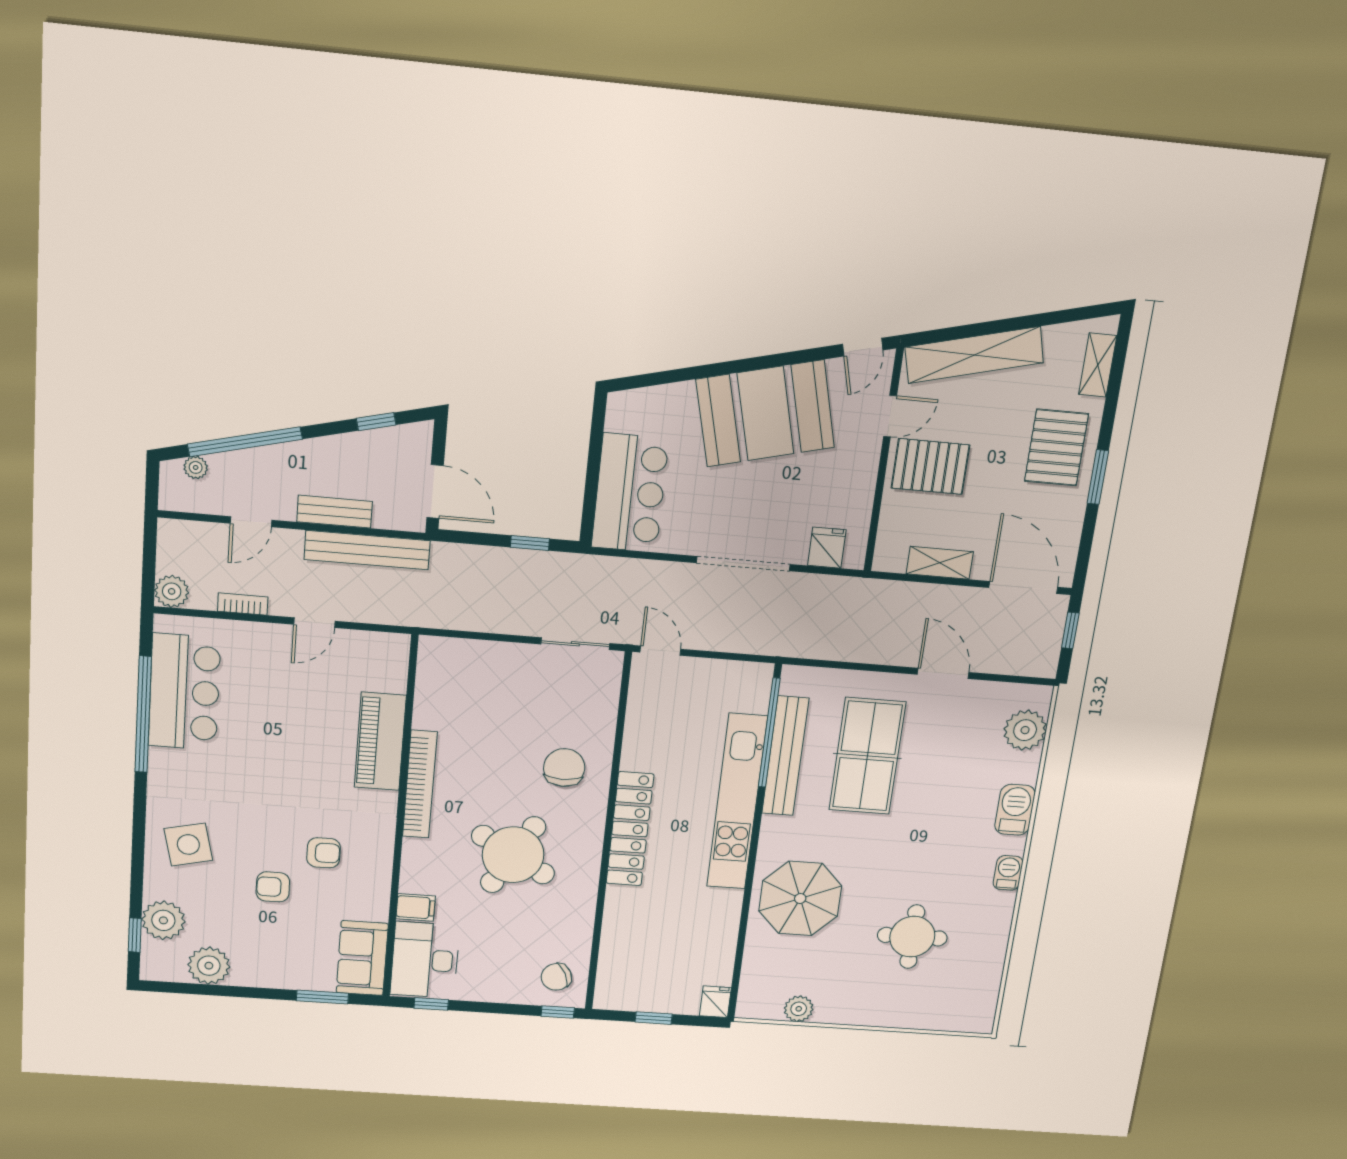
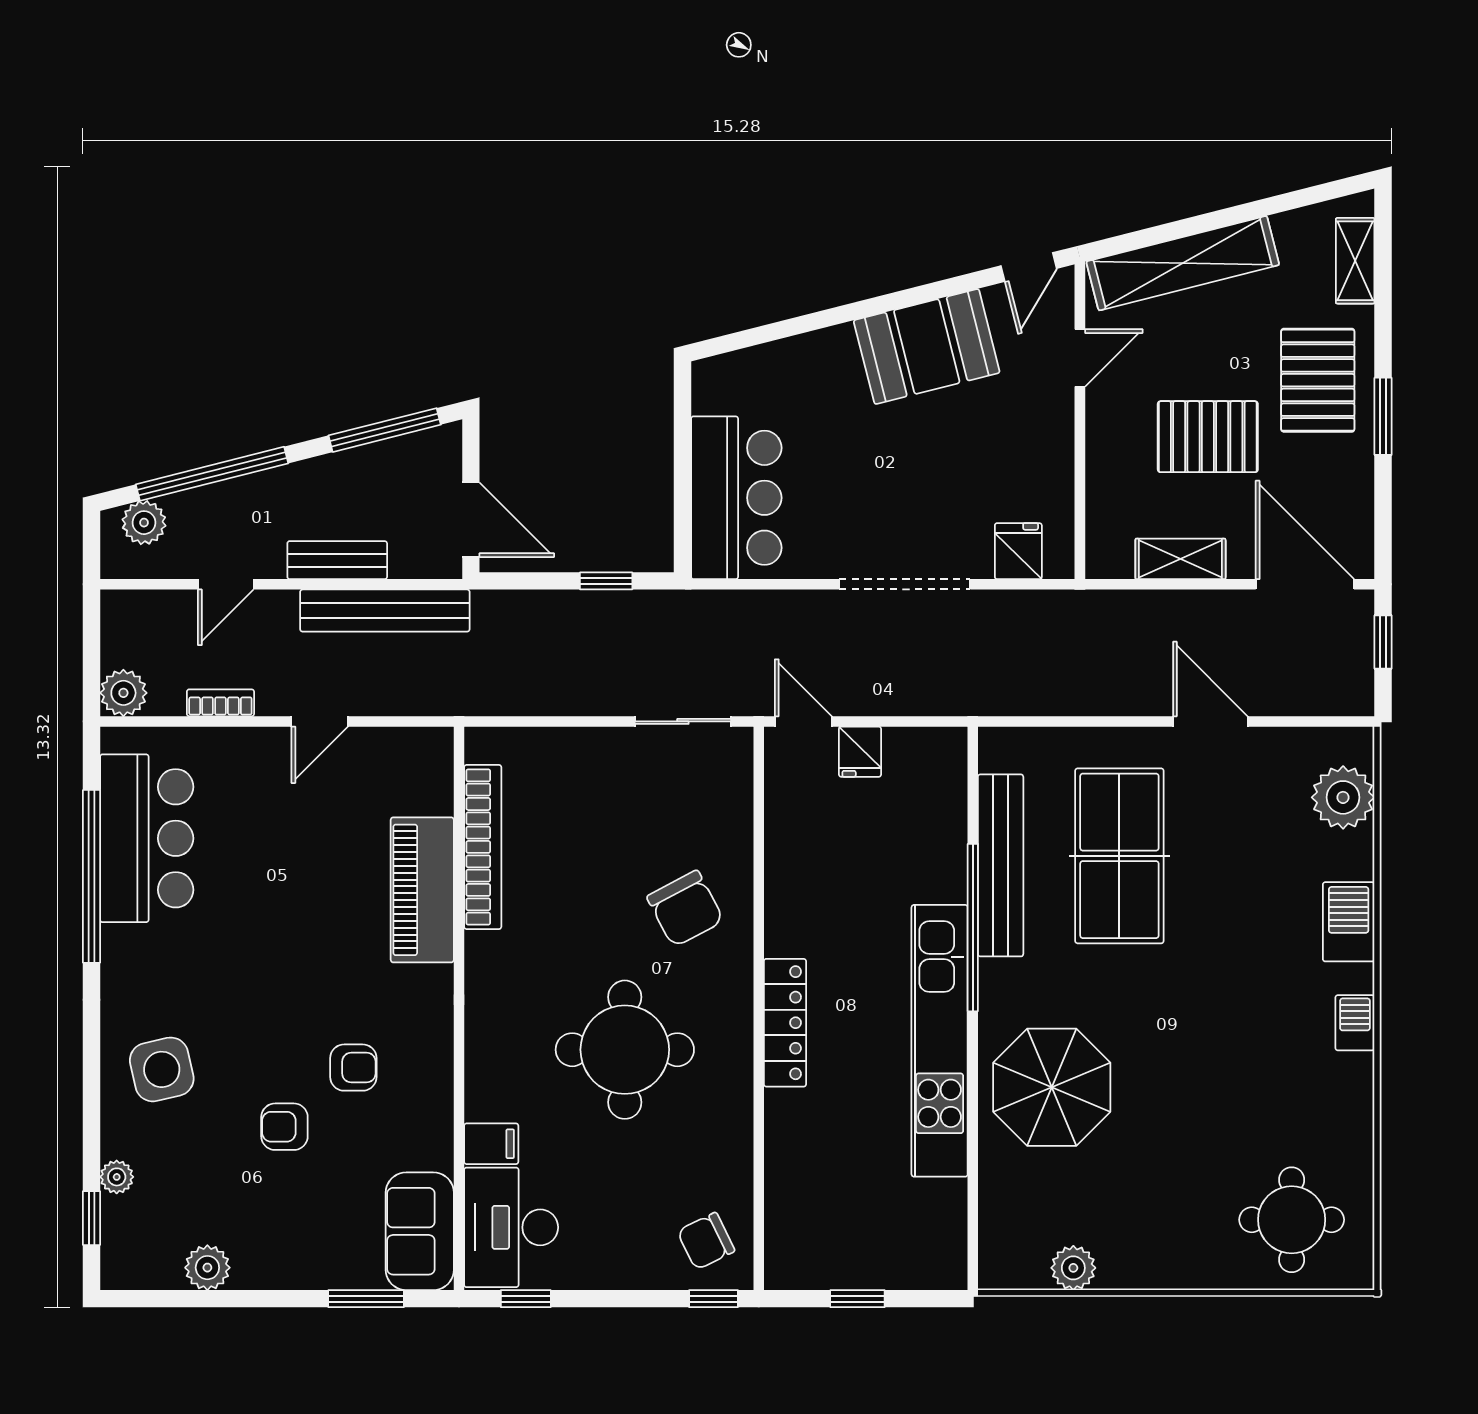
booth: (765, 413) -> (927, 347), width x0.73, depth x0.70
window: (376, 422) -> (385, 430), width x2.17
pallet: (930, 466) -> (1208, 437), moved
plant: (196, 467) -> (144, 523), width x1.38, depth x1.38
window: (769, 733) -> (973, 928), moved
chair: (564, 768) -> (685, 909), turned 152
bookcase: (420, 784) -> (483, 847), moved
kitchen unit: (737, 802) -> (940, 1041), moved
locker: (630, 829) -> (785, 1023), width x0.71, depth x0.83
round table: (513, 855) -> (625, 1050), turned -30
plant: (163, 920) -> (117, 1177), width x0.53, depth x0.53
round table: (912, 937) -> (1292, 1220), moved
plant: (209, 966) -> (207, 1268), width x0.73, depth x0.73
fridge: (715, 1002) -> (860, 752), moved, turned 180

